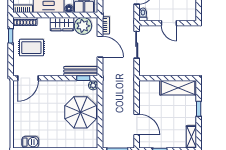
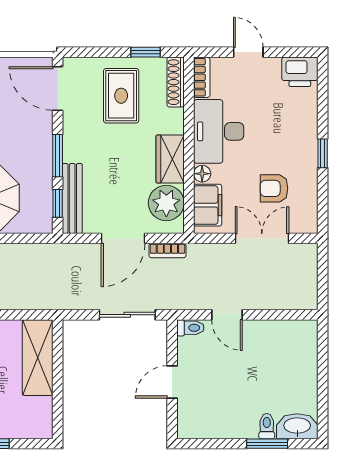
window: (60, 78) -> (58, 156), added
plant: (93, 85) -> (43, 224), removed
shelving: (178, 88) -> (38, 358), moved

